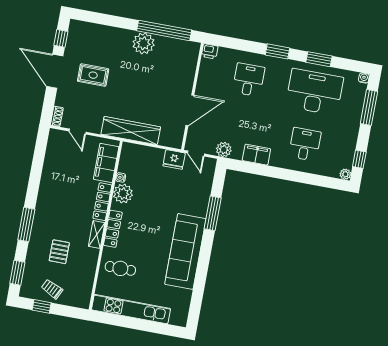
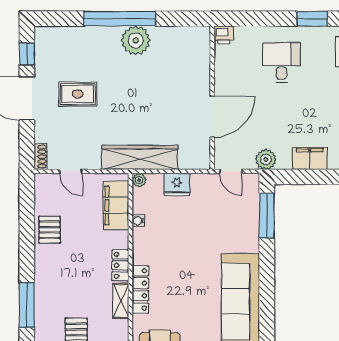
window: (164, 30) -> (120, 19), moved
fridge: (174, 159) -> (177, 184), moved
pallet: (54, 172) -> (50, 230), added
plant: (123, 194) -> (139, 180), moved, width x0.53, depth x0.53
locker: (102, 202) -> (120, 265), width x0.66
window: (213, 213) -> (267, 216), moved

